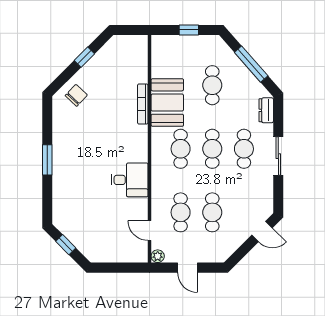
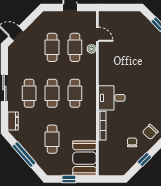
chair: (101, 81) -> (132, 142), added
booth: (167, 103) -> (85, 158), moved
desk: (130, 180) -> (112, 98), moved
plant: (158, 256) -> (91, 49), moved

